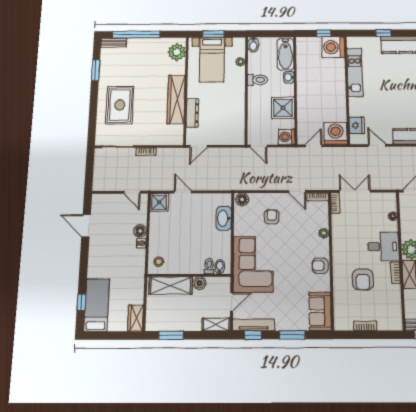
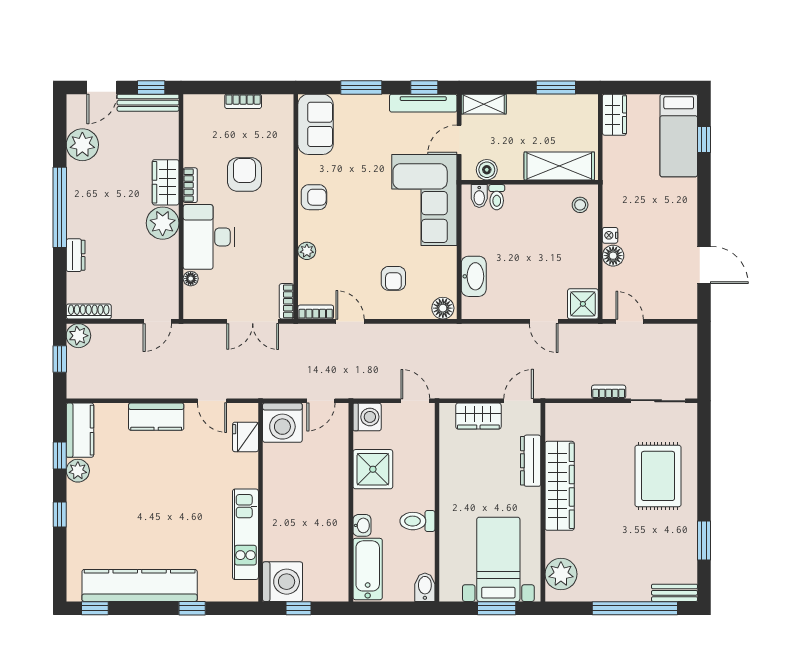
plant: (240, 62) -> (448, 555), removed
wardrobe: (222, 138) -> (478, 416), added
desk: (383, 247) -> (209, 237), width x1.37
boiler: (199, 283) -> (487, 170), moved

